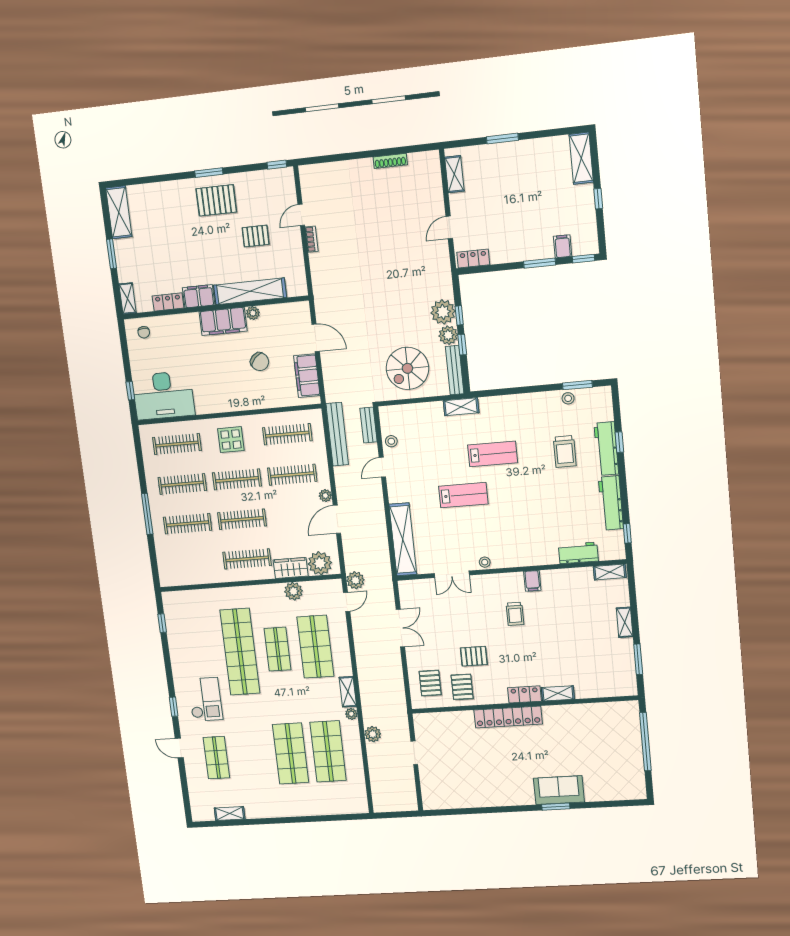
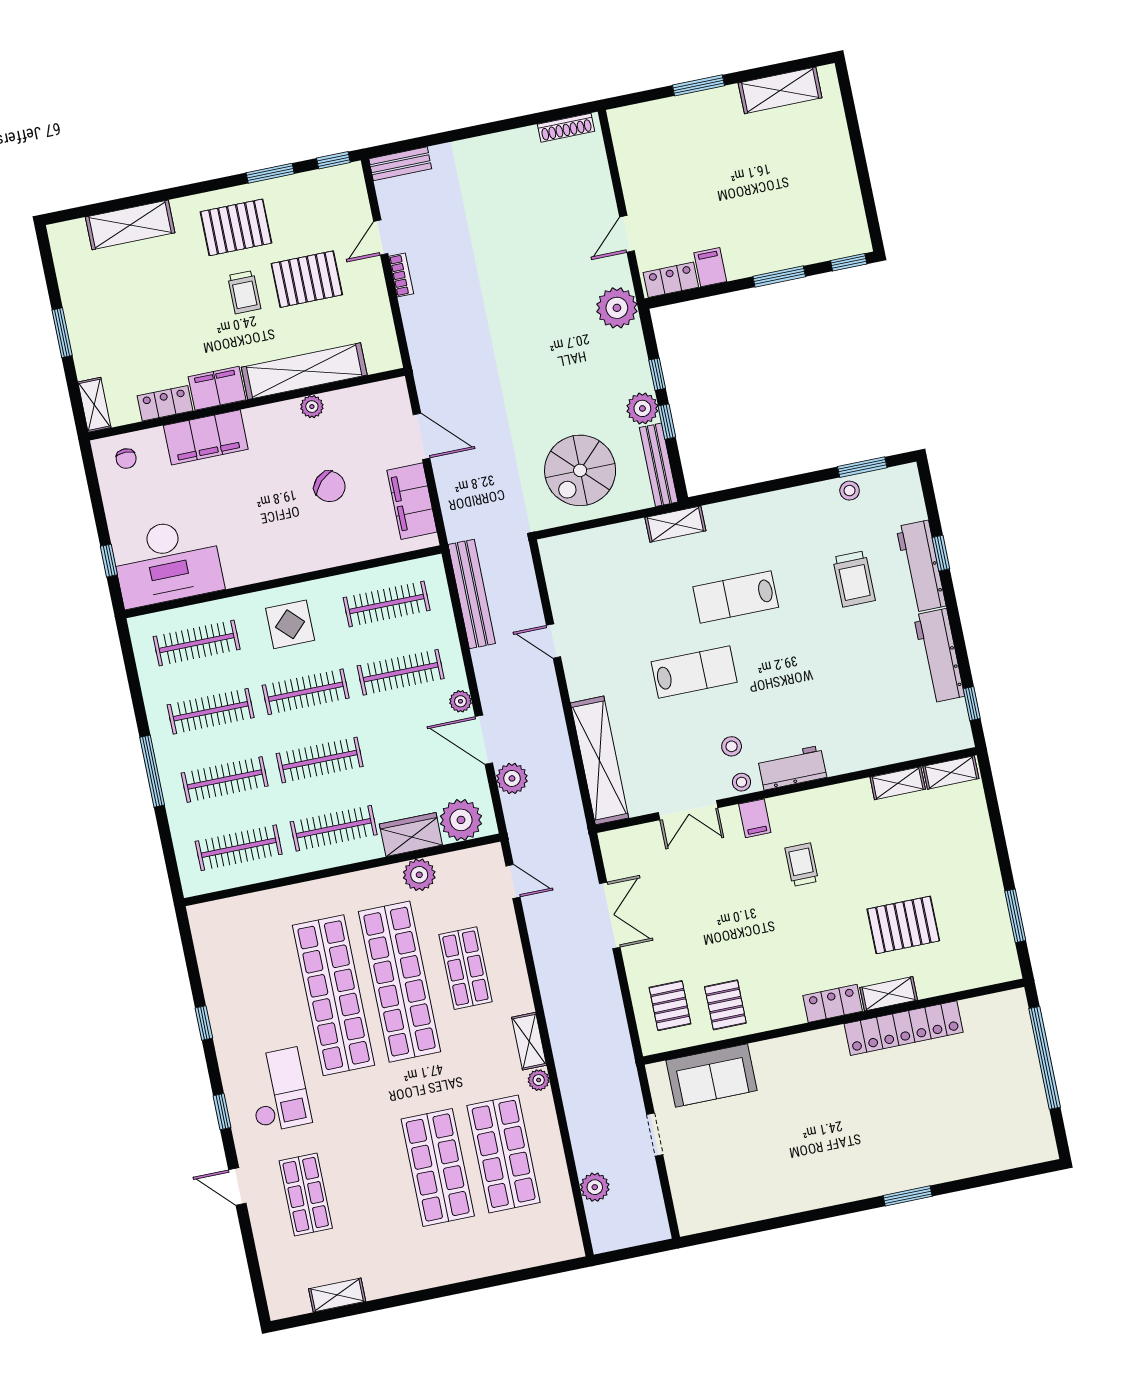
shelving: (581, 158) -> (780, 90), moved, turned 90
shoe rack: (390, 161) -> (566, 128), moved
window: (209, 173) -> (270, 173), moved
shelving: (454, 174) -> (627, 148), removed
window: (598, 199) -> (861, 165), removed
shelving: (119, 212) -> (130, 225), moved, turned 90
pallet: (256, 236) -> (307, 279), width x1.50, depth x1.42
trolley: (218, 240) -> (244, 292), added
filing cabinet: (563, 246) -> (710, 267), moved
plant: (443, 312) -> (617, 308), moved
filing cabinet: (223, 321) -> (206, 437), moved
bench: (369, 425) -> (400, 164), moved, turned 90
stool: (391, 441) -> (732, 746), moved
lab bench: (493, 454) -> (736, 597), turned 180
door: (382, 467) -> (553, 641), hinge flipped
door: (337, 519) -> (484, 740), hinge flipped
workbench: (578, 553) -> (792, 768), moved
clothes rail: (193, 563) -> (239, 848), added
plant: (355, 580) -> (512, 778), moved
filing cabinet: (532, 581) -> (755, 818), moved
door: (347, 602) -> (513, 881), hinge flipped
trolley: (515, 614) -> (802, 865), turned 180
shelving: (625, 622) -> (898, 783), moved, turned 90
window: (162, 623) -> (204, 1023), moved
shop shelf: (315, 647) -> (465, 968), width x0.70, depth x0.74
shop shelf: (277, 649) -> (400, 982), width x2.00, depth x1.36
pallet: (474, 656) -> (903, 925), moved, width x1.50, depth x1.42
locker: (508, 717) -> (904, 1028), moved
plant: (373, 734) -> (595, 1187), moved
sofa: (559, 790) -> (712, 1075), moved, turned 180

